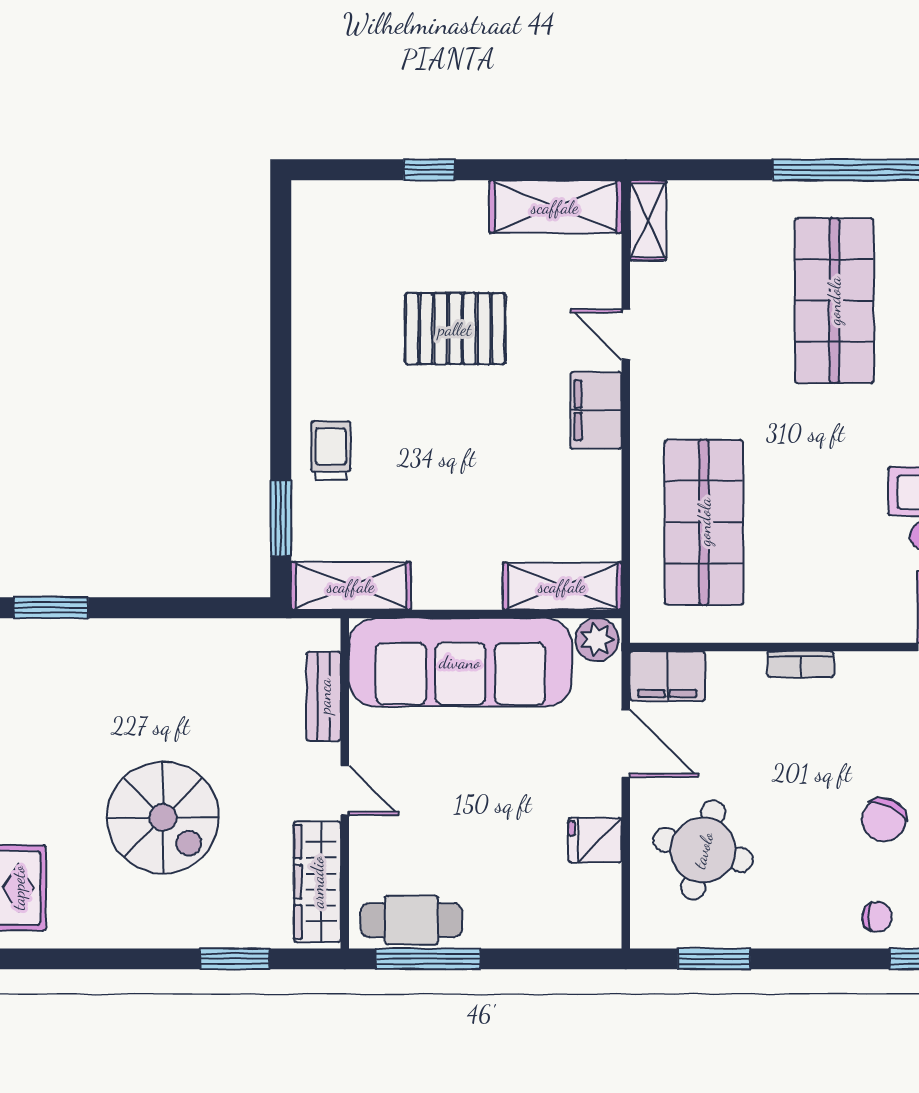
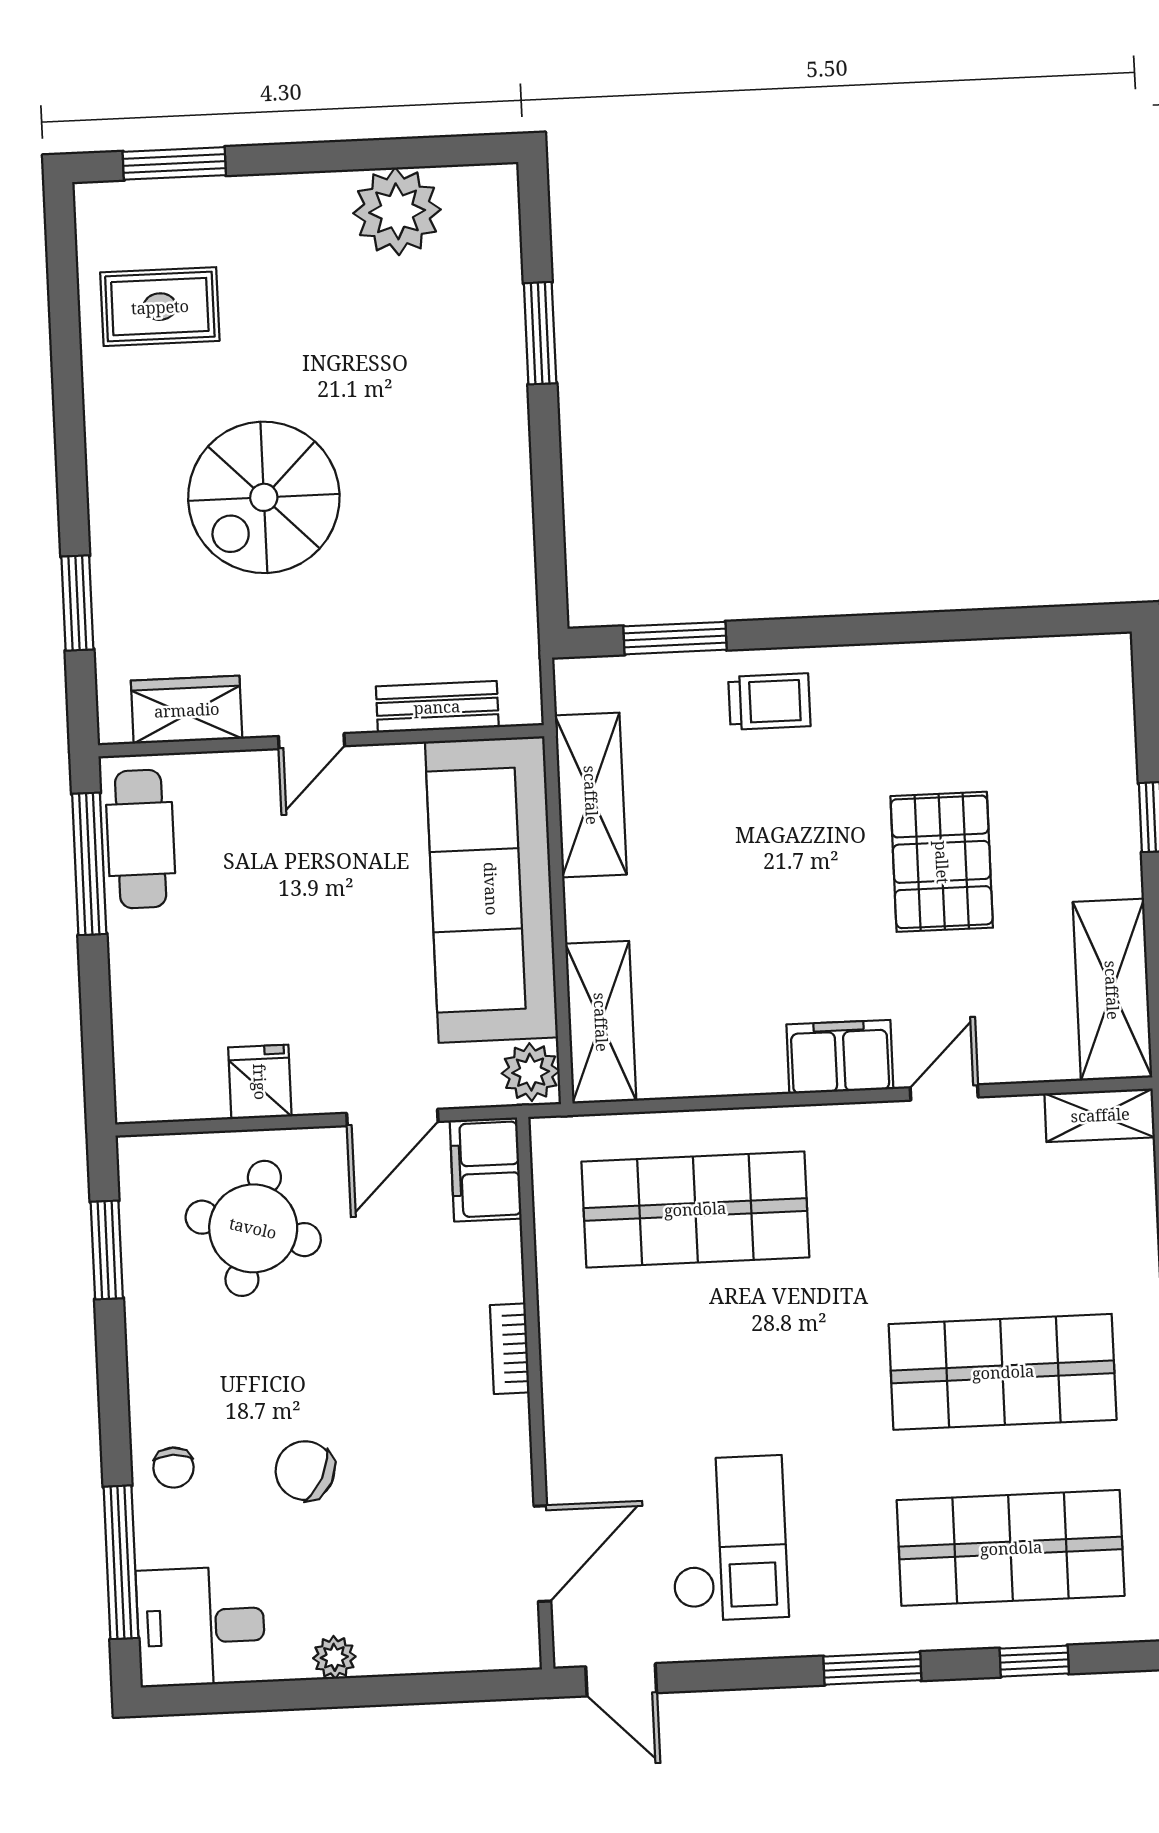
shelving: (351, 586) -> (591, 795), moved
wardrobe: (317, 882) -> (187, 710), width x0.67

